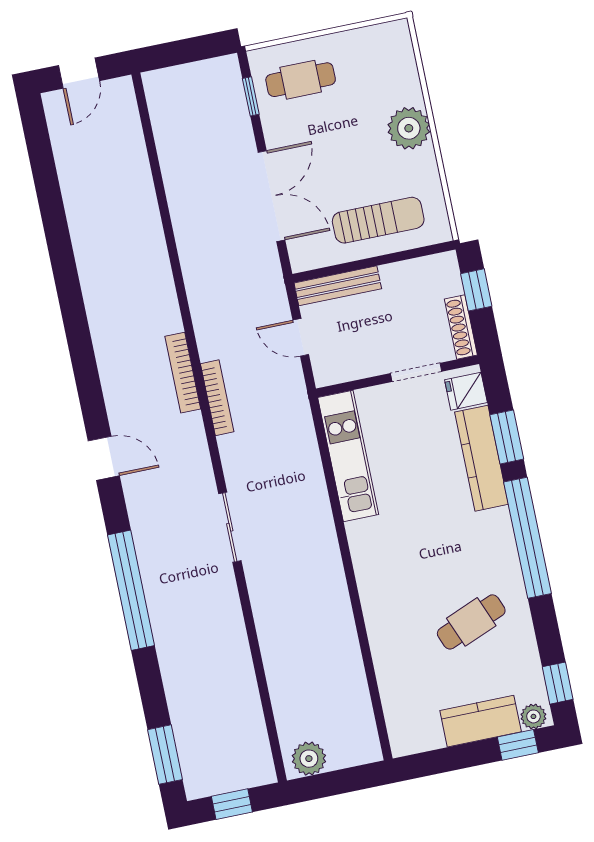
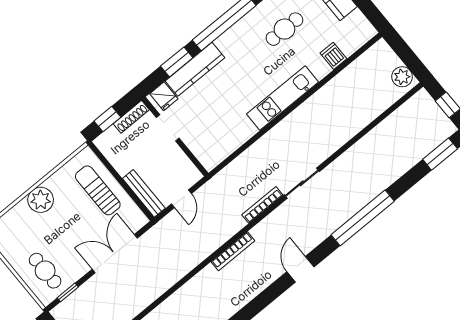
bookcase: (217, 398) -> (262, 205), moved
kitchen unit: (348, 456) -> (282, 98), moved
cafe table: (471, 622) -> (284, 29), turned -68
dishwasher: (393, 673) -> (333, 56), added

